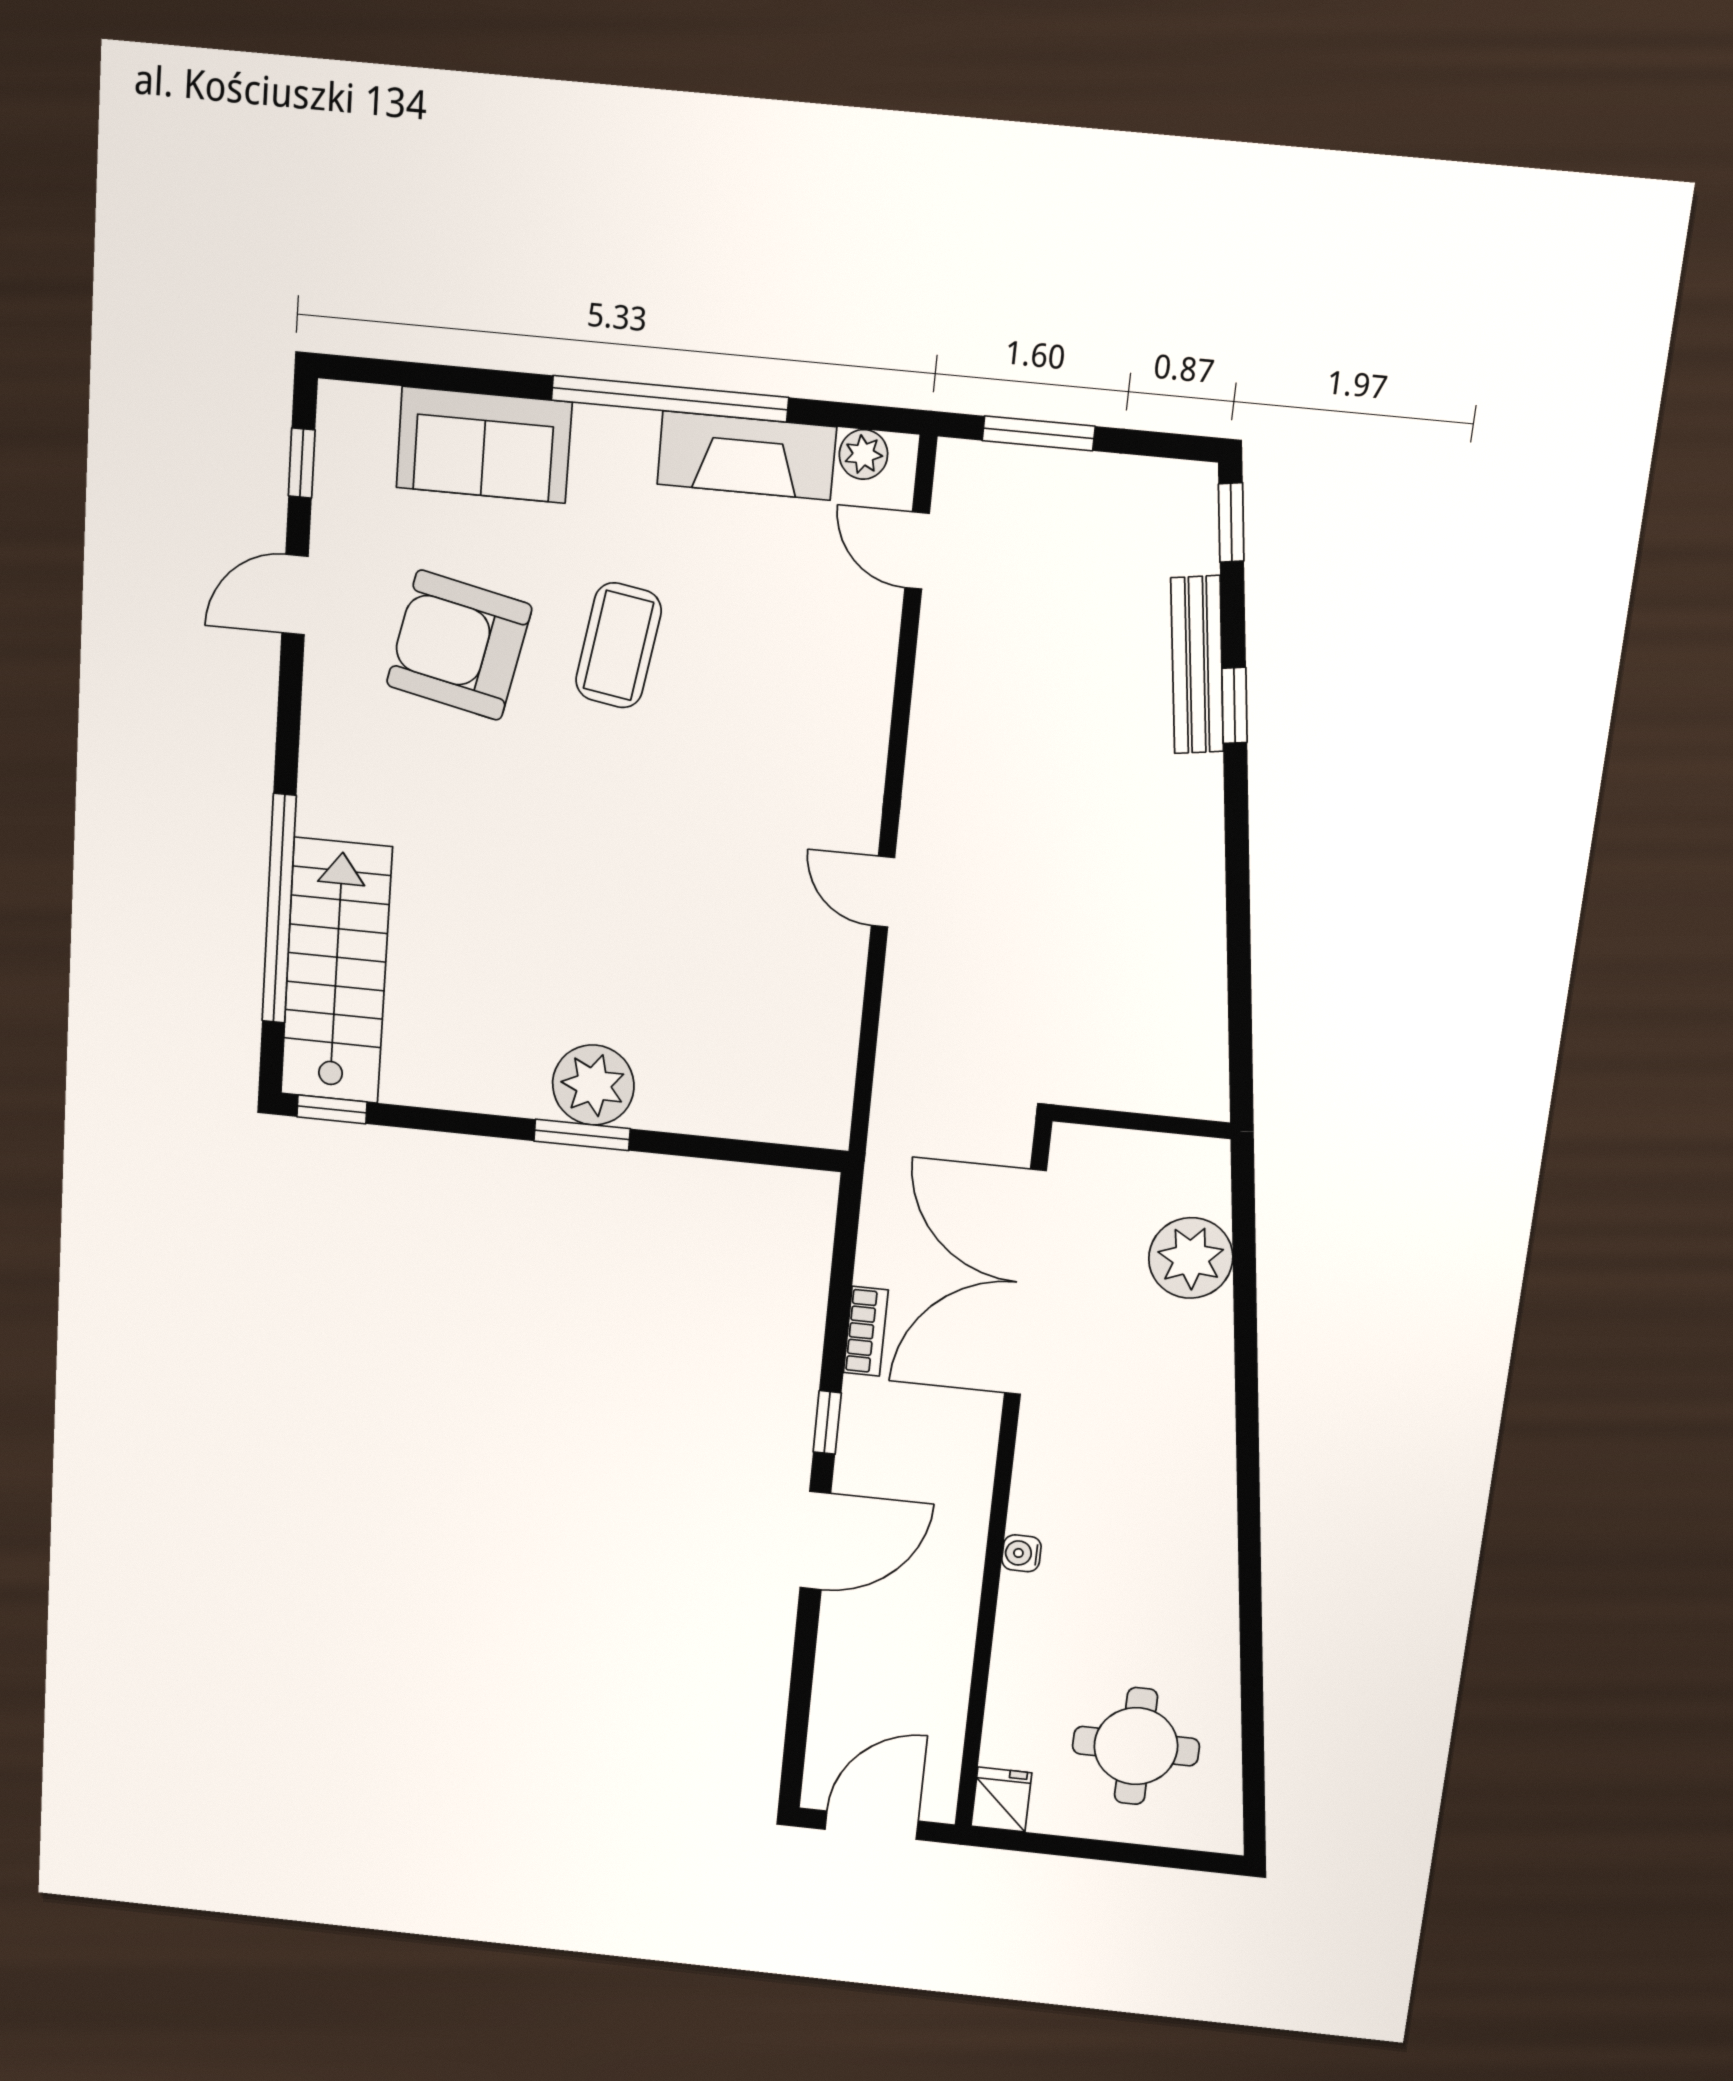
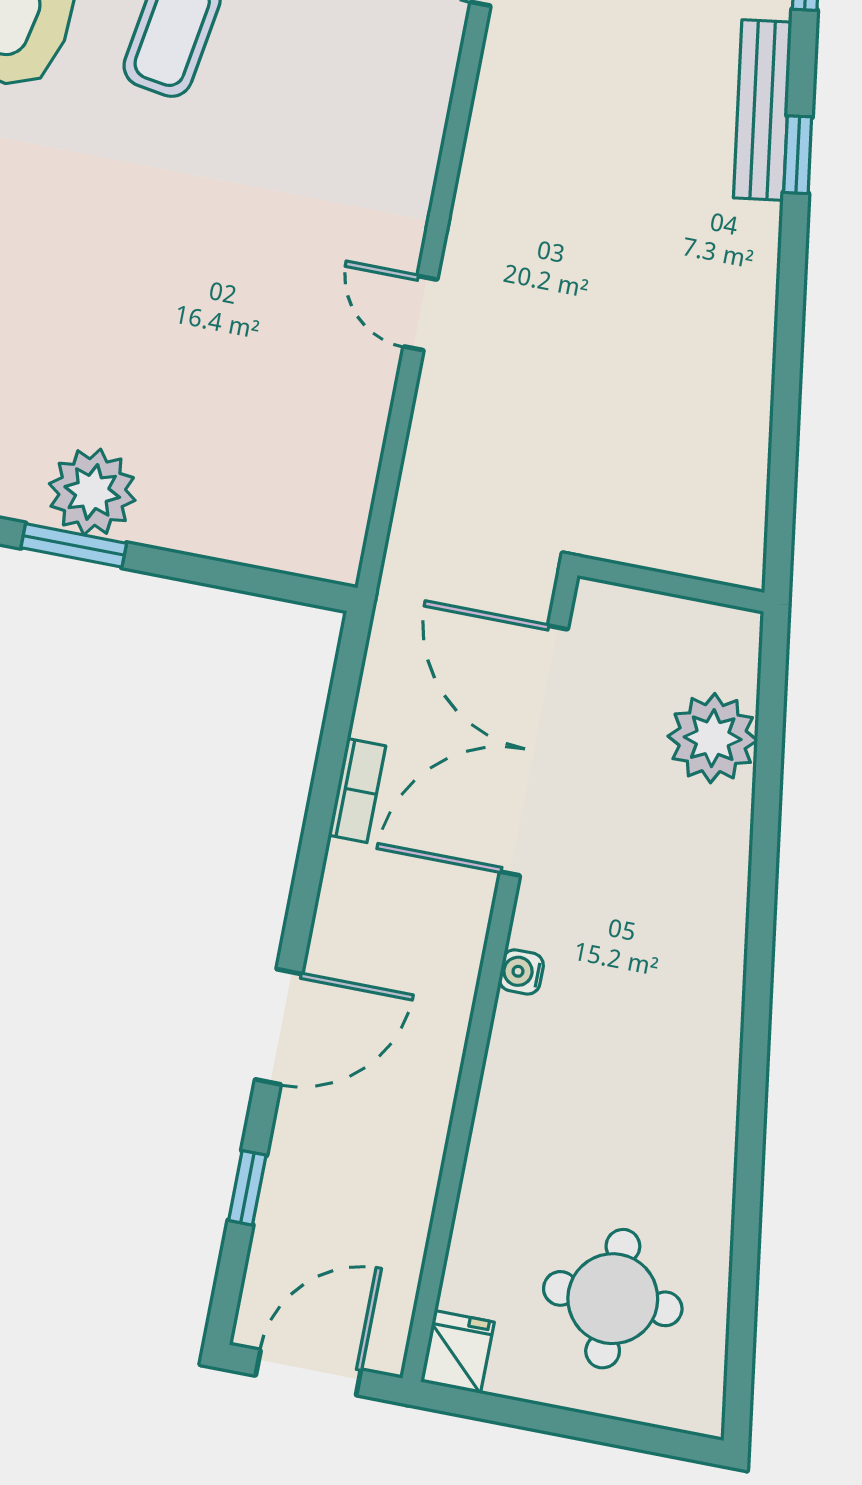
window: (827, 1422) -> (247, 1188), moved
water cooler: (1021, 1553) -> (521, 972), moved

